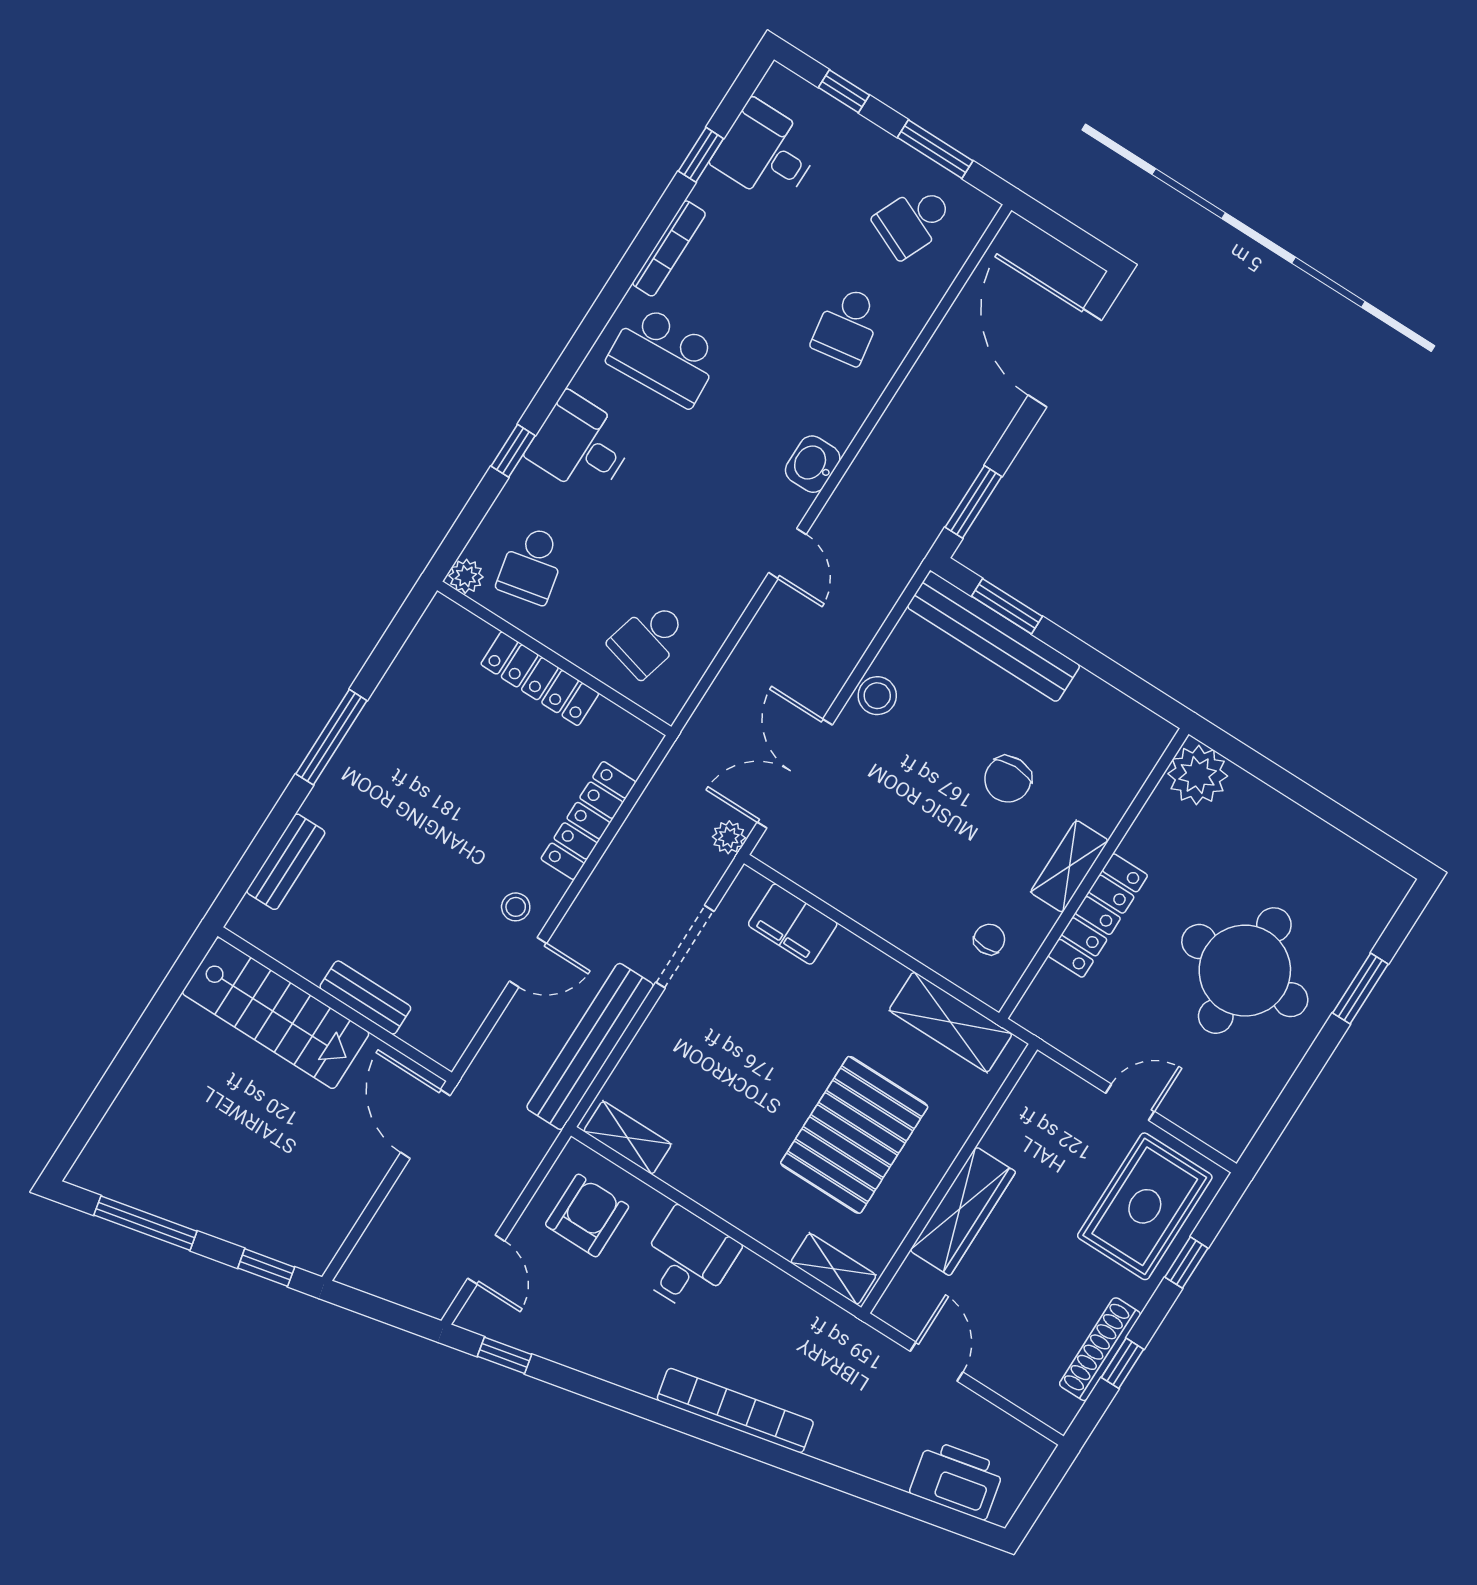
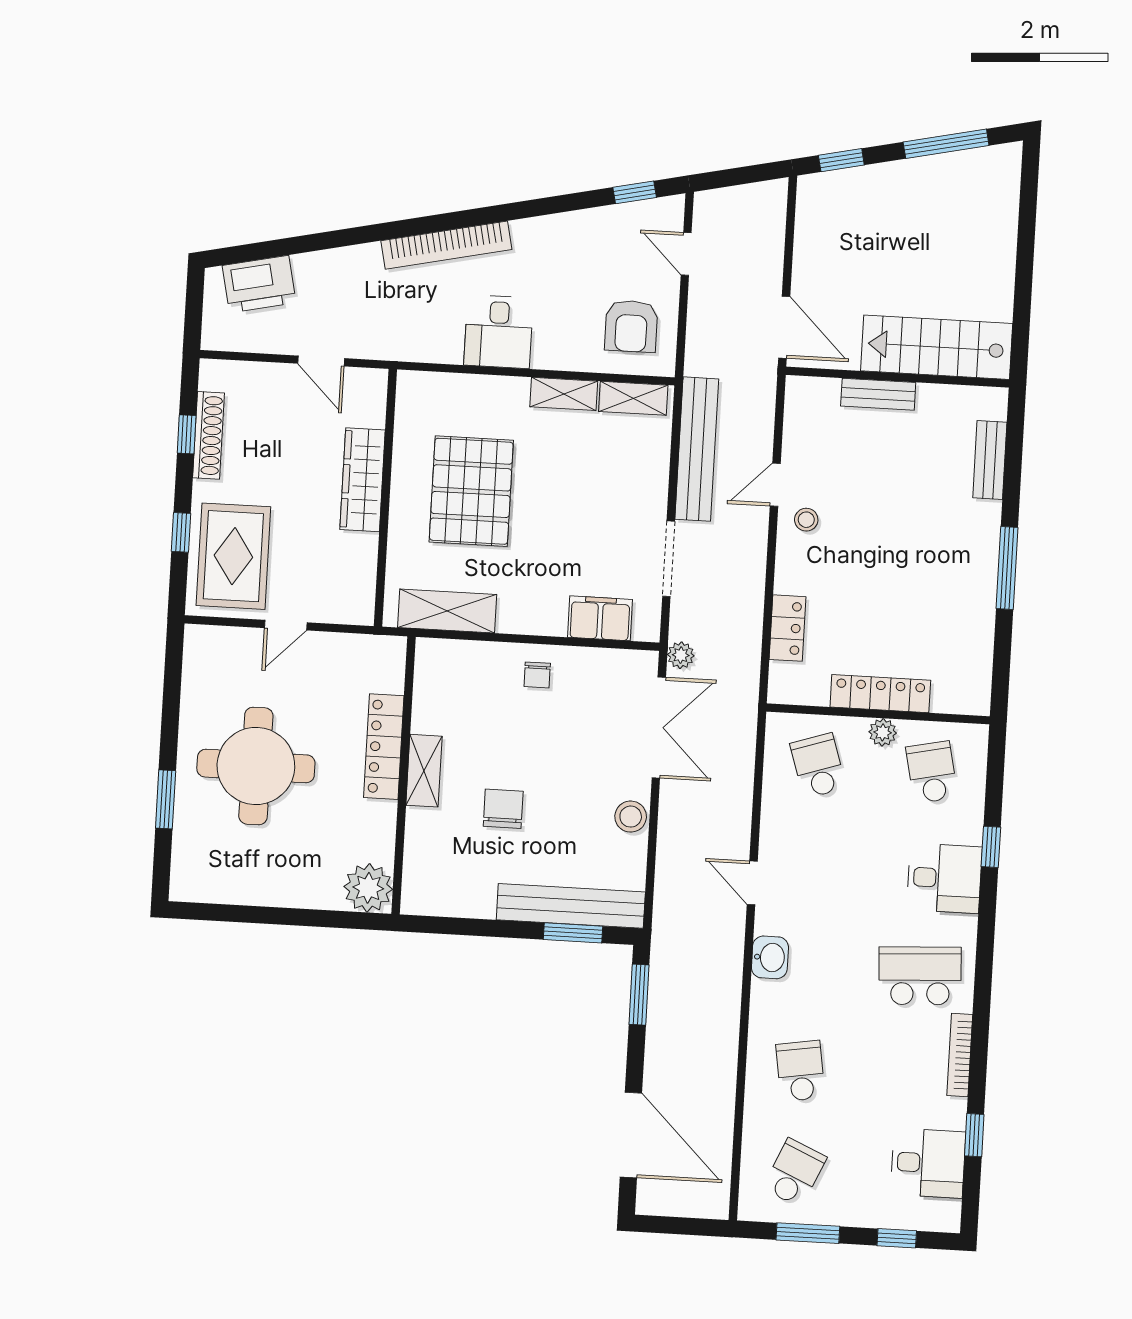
plant: (466, 576) -> (883, 732), moved
school desk: (648, 639) -> (818, 766), turned -33
locker: (588, 821) -> (788, 628), width x0.66
chair: (989, 939) -> (537, 675), moved
desk: (687, 1260) -> (499, 332), moved
shelving: (833, 1269) -> (564, 394), moved

